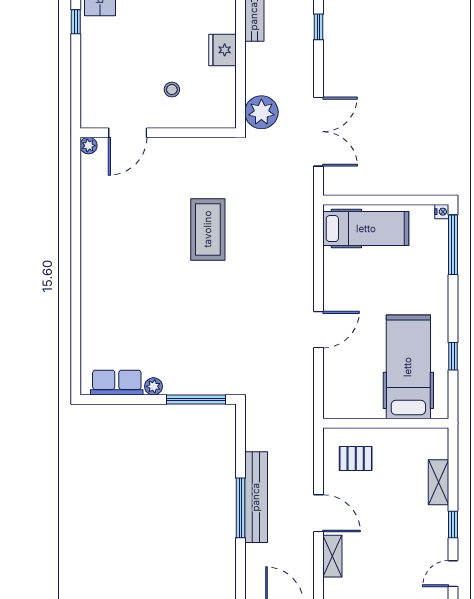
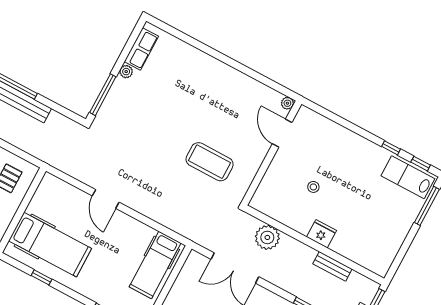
door: (128, 133) -> (282, 133), moved
wall: (158, 133) -> (272, 153), moved
plant: (89, 146) -> (287, 103), moved

